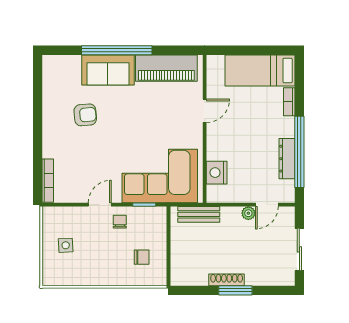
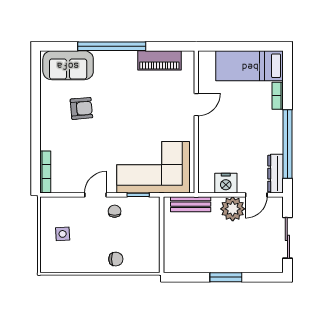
piano: (166, 68) -> (159, 60), width x0.73, depth x0.75
sofa: (108, 70) -> (68, 65), moved
dresser: (287, 159) -> (275, 174), moved
nightstand: (217, 173) -> (226, 183), moved, turned -90
plant: (248, 213) -> (233, 209), width x1.88, depth x1.88
chair: (142, 257) -> (116, 259), moved
shoe rack: (227, 280) -> (217, 267), removed

